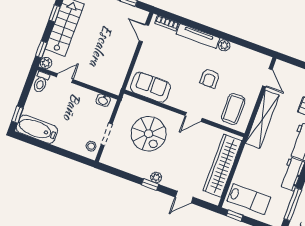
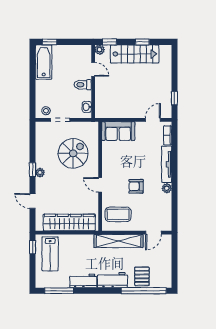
toilet: (41, 82) -> (83, 85), moved
sofa: (151, 87) -> (118, 131), moved, turned 90
spiral stairs: (148, 134) -> (73, 153), turned 180

